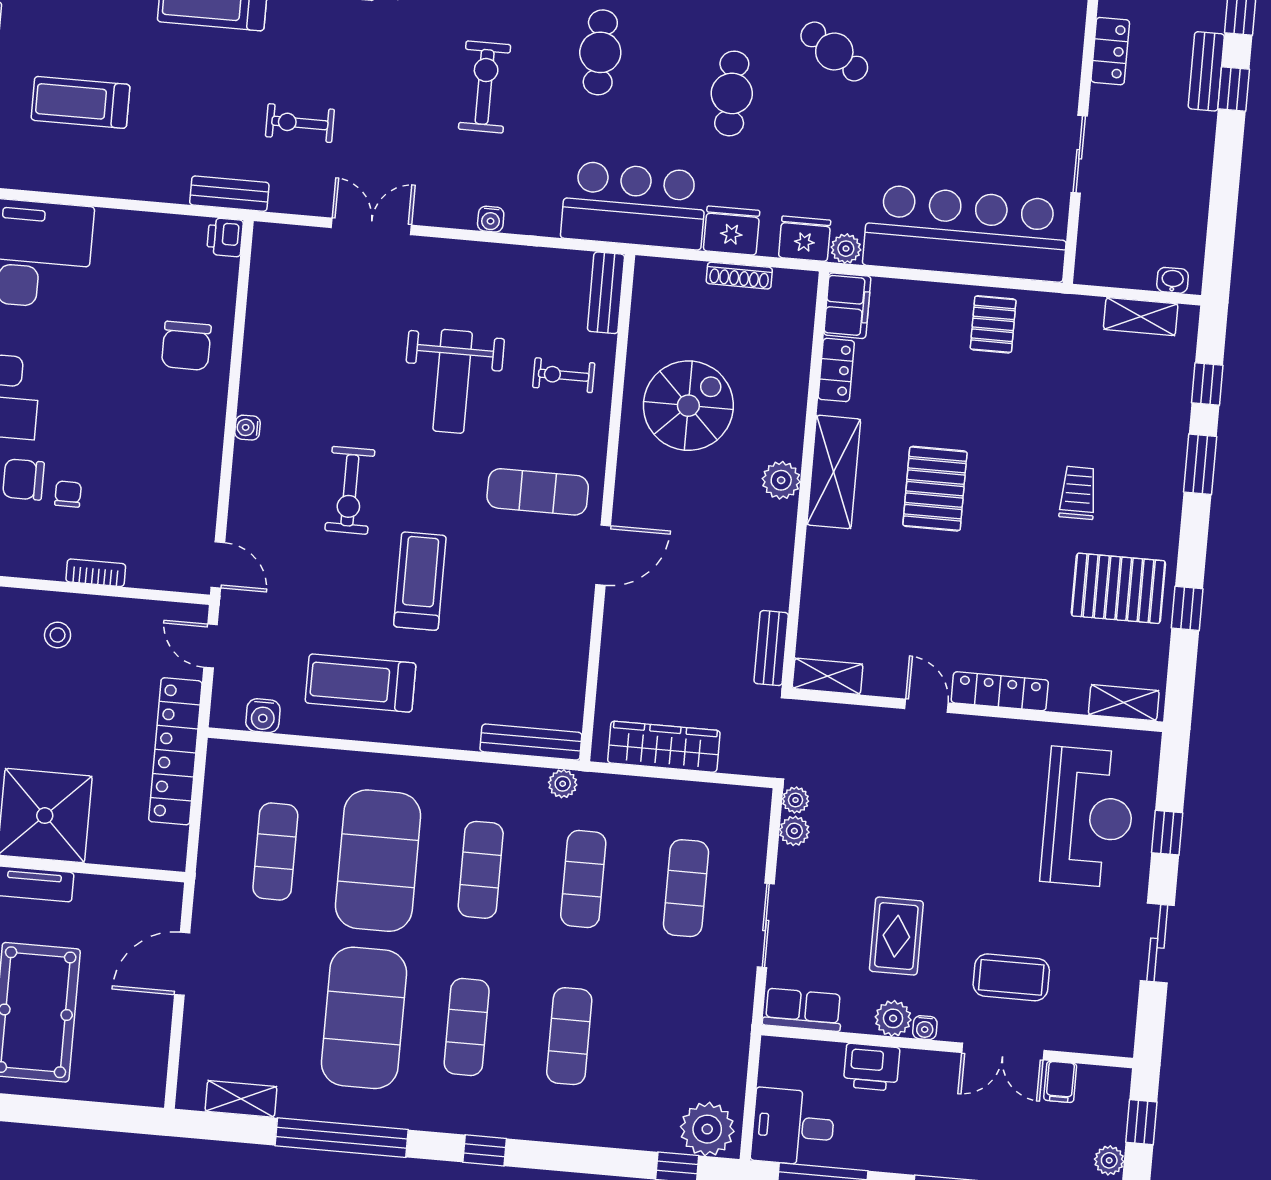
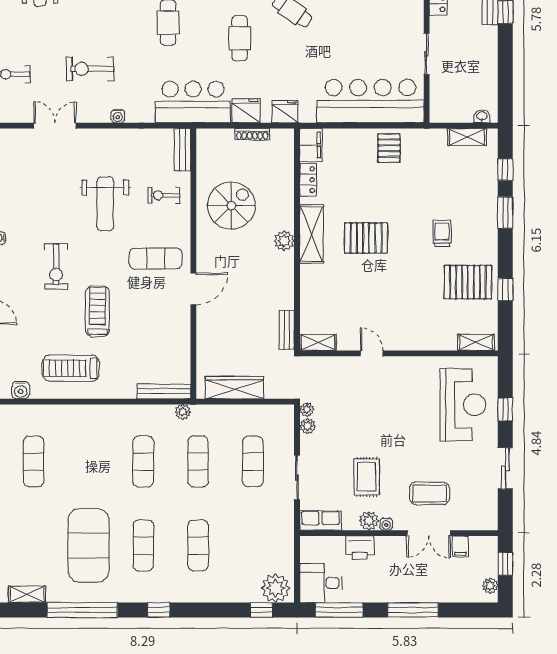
exercise bike: (485, 87) -> (90, 69), moved, turned -90
plant: (846, 249) -> (307, 115), removed
pallet: (935, 489) -> (366, 238), turned 90
locker: (1000, 691) -> (410, 342), removed
exercise mat: (378, 861) -> (88, 461), removed

